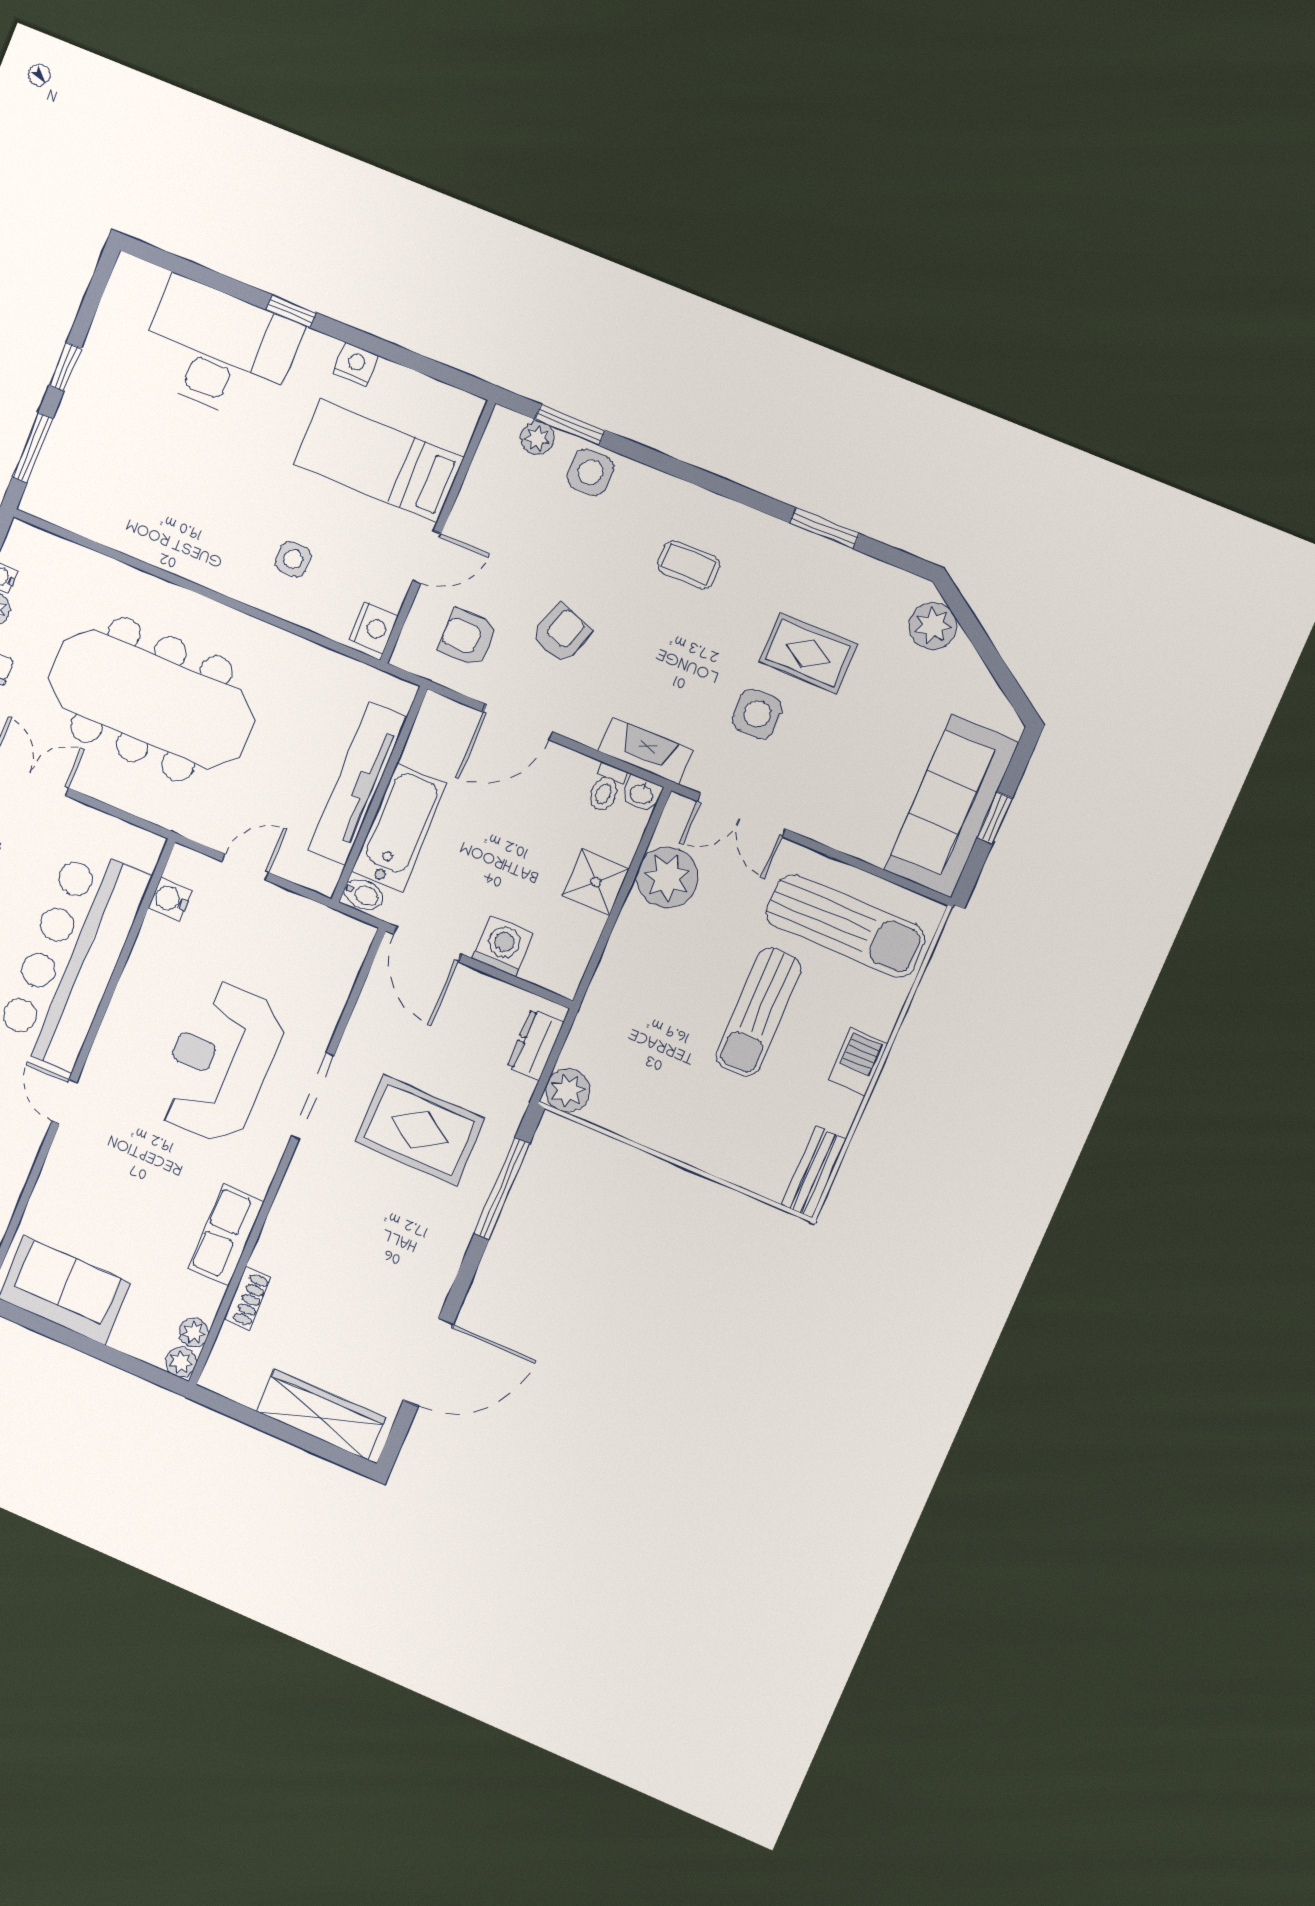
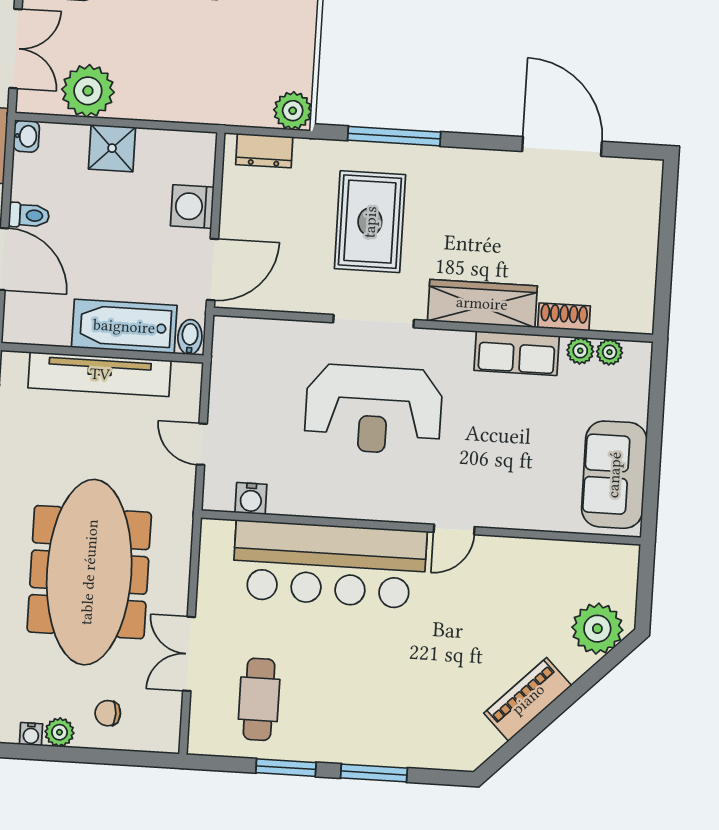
toilet: (606, 788) -> (29, 215), moved
plant: (181, 1362) -> (580, 351), moved
wardrobe: (321, 1415) -> (482, 303), moved, turned 90

